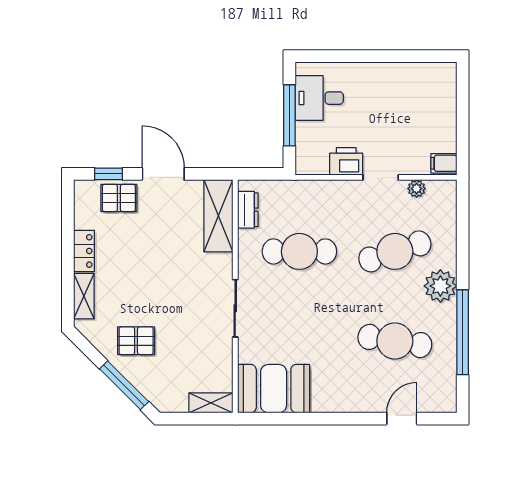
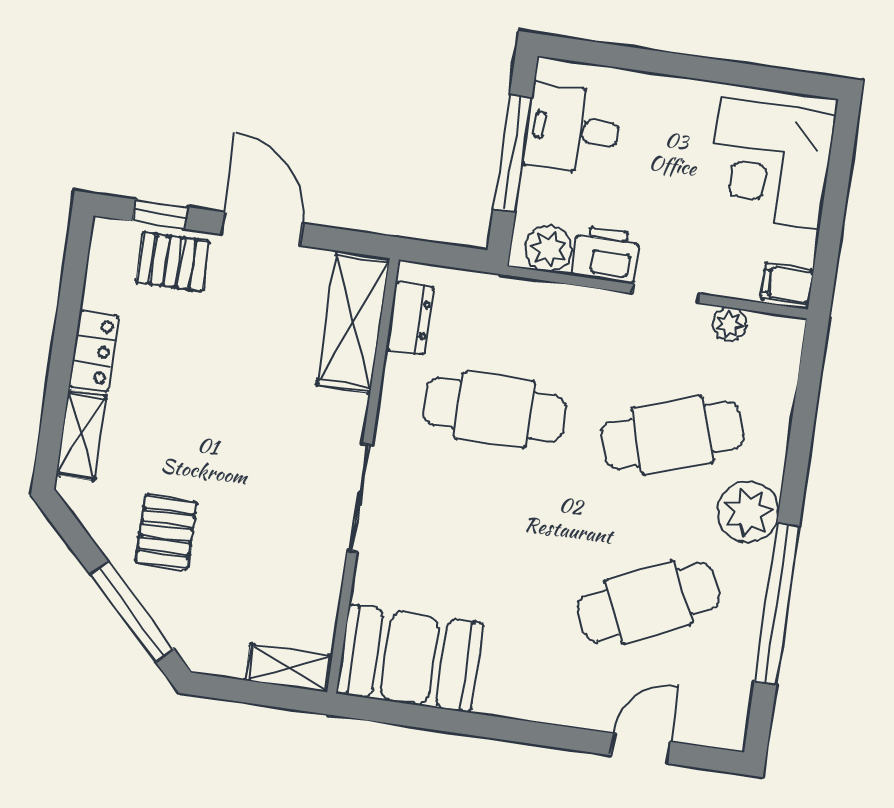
corner desk: (426, 101) -> (770, 163), added
plant: (316, 163) -> (548, 249), added
pallet: (136, 341) -> (166, 532), turned 90
cafe table: (395, 341) -> (648, 602), turned -33

